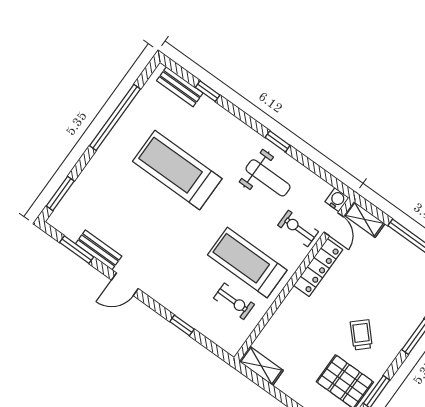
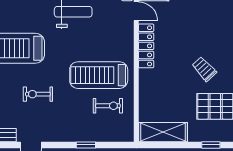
exercise bike: (298, 228) -> (38, 94), moved
shelving: (261, 366) -> (163, 132), width x1.50, depth x1.33

